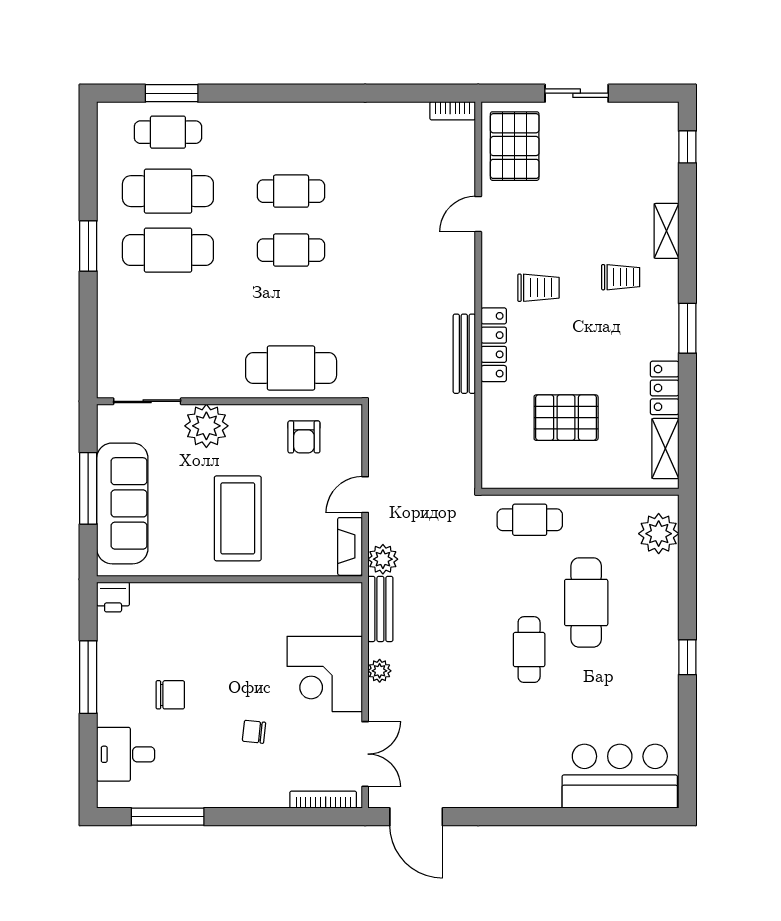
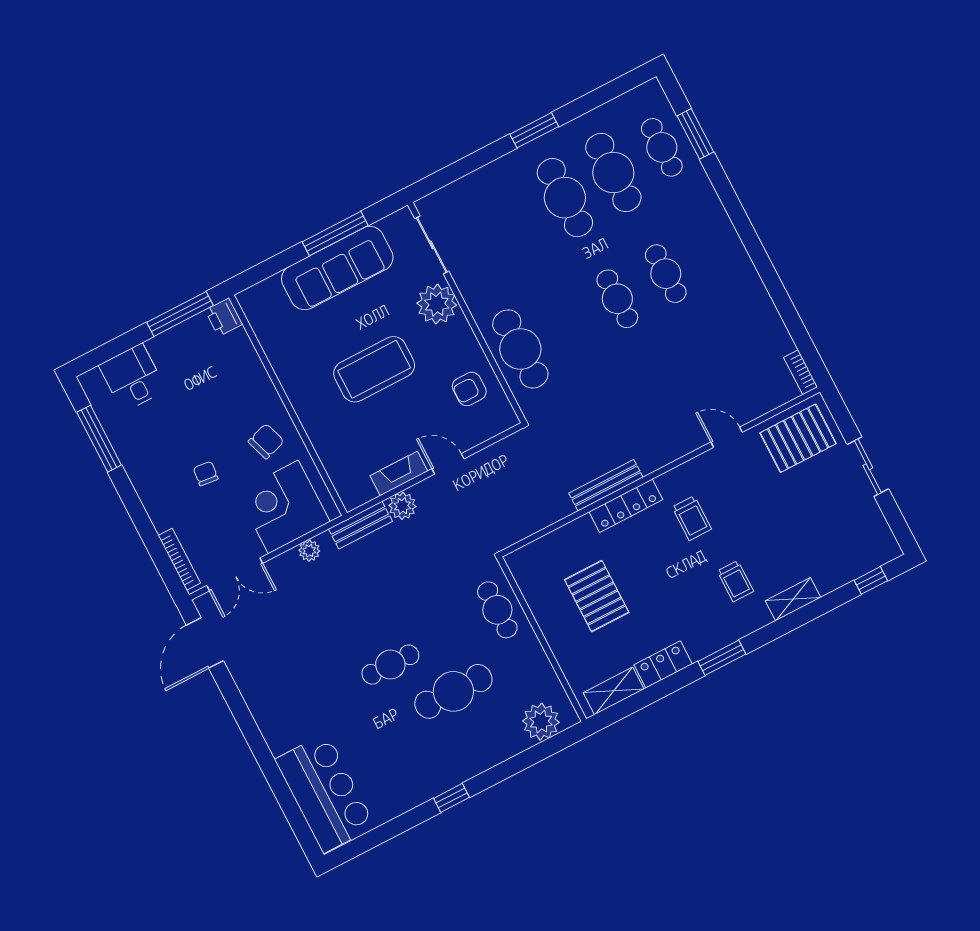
wall: (229, 579) -> (288, 405), moved
printer: (113, 597) -> (224, 317), moved
chair: (170, 695) -> (266, 441), moved, turned -108

